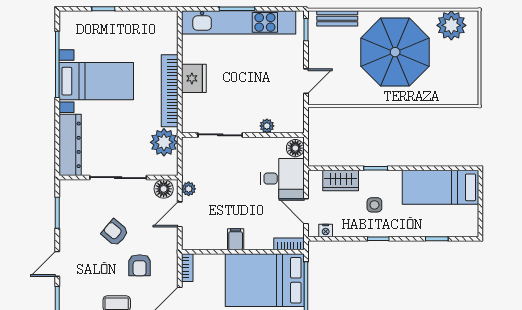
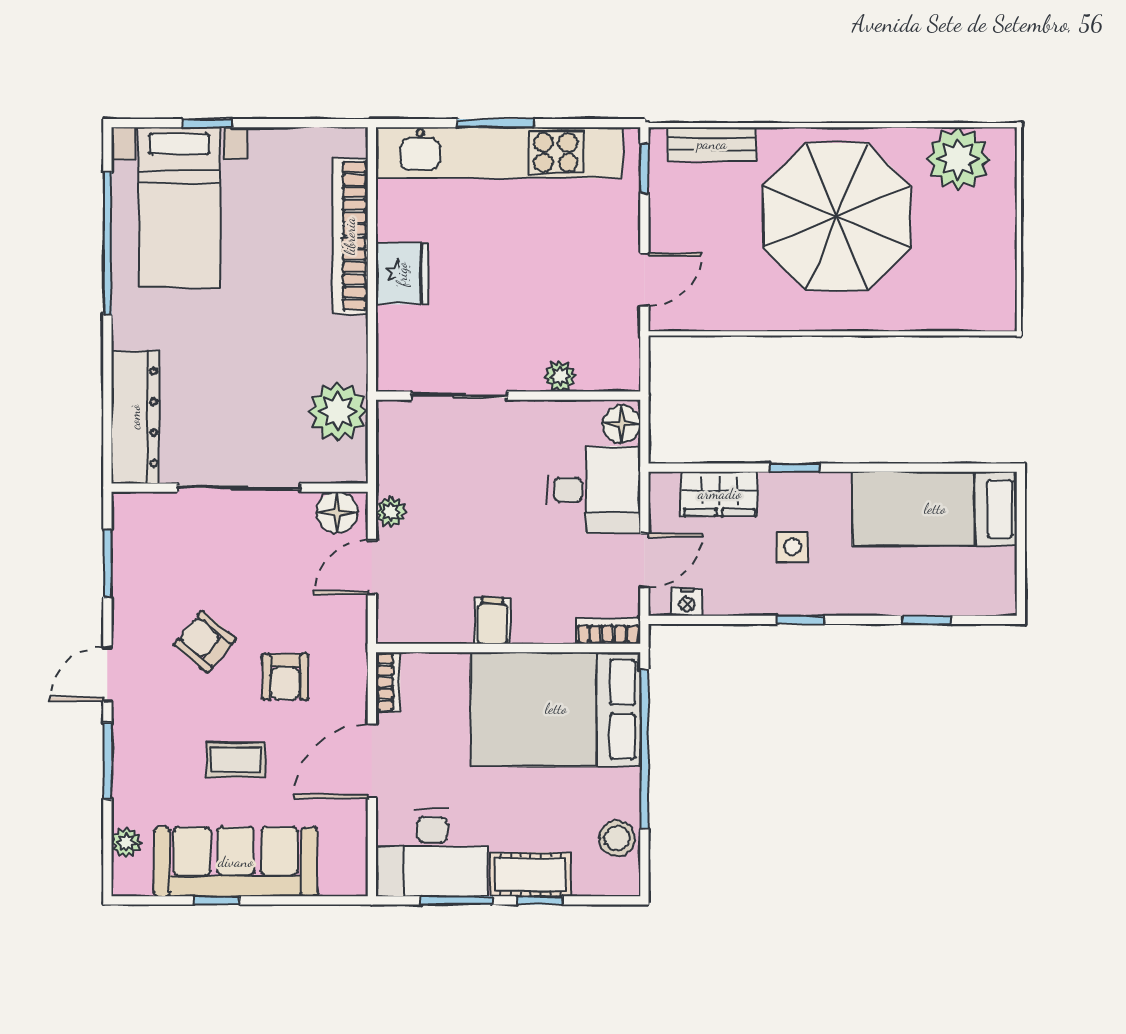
bed with nightstands: (96, 81) -> (179, 207), moved, turned 90
bookcase: (170, 91) -> (350, 236), moved
door: (306, 211) -> (644, 560), swing flipped
armchair: (115, 233) -> (205, 642), moved

